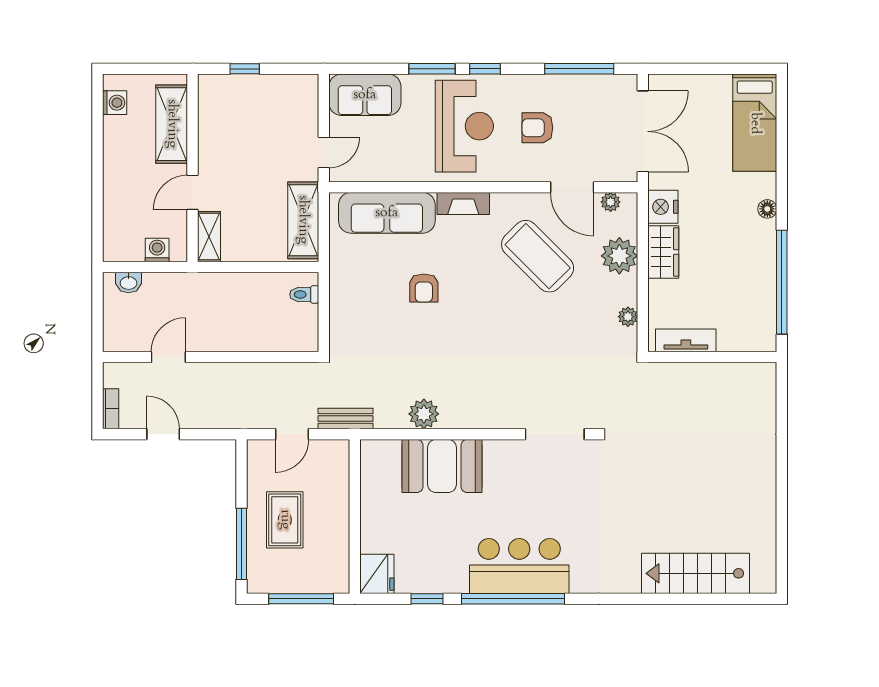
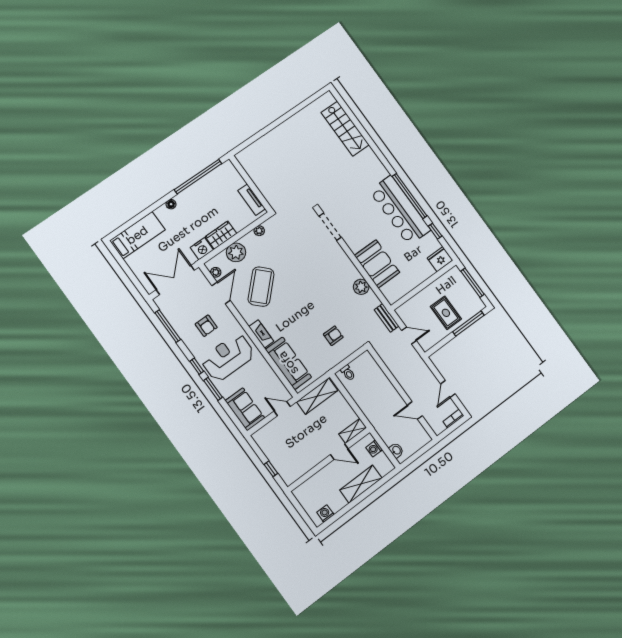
shelving: (172, 124) -> (361, 484), moved
armchair: (424, 288) -> (333, 336), moved
rug: (285, 520) -> (446, 313), turned 90
bar counter: (519, 566) -> (400, 210), width x1.36

